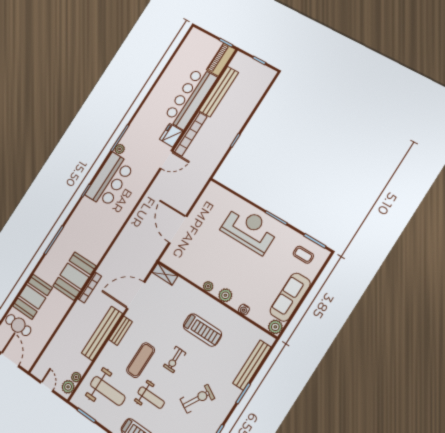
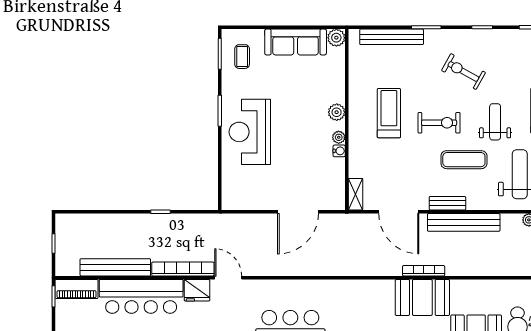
water cooler: (244, 310) -> (339, 151), moved
exercise bike: (175, 360) -> (439, 123), width x1.38, depth x1.39

